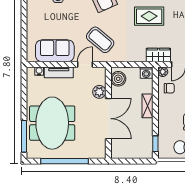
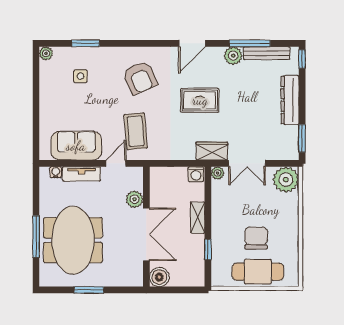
coffee table: (100, 40) -> (136, 131), turned 45
boiler: (118, 79) -> (159, 277), moved
chair: (169, 88) -> (226, 195), removed
window: (24, 136) -> (36, 237), moved
window: (155, 144) -> (208, 249), moved
window: (65, 161) -> (89, 290), width x0.47

